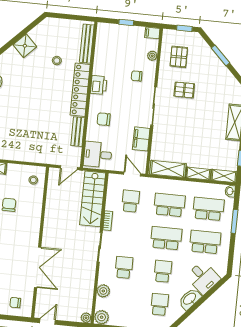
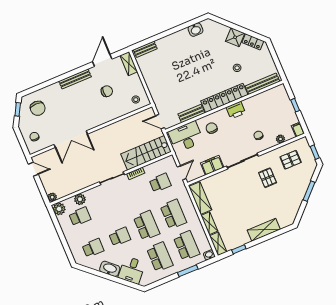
locker: (39, 30) -> (253, 42), added
desk: (98, 155) -> (186, 137), width x1.37
school desk: (124, 267) -> (80, 216), moved

